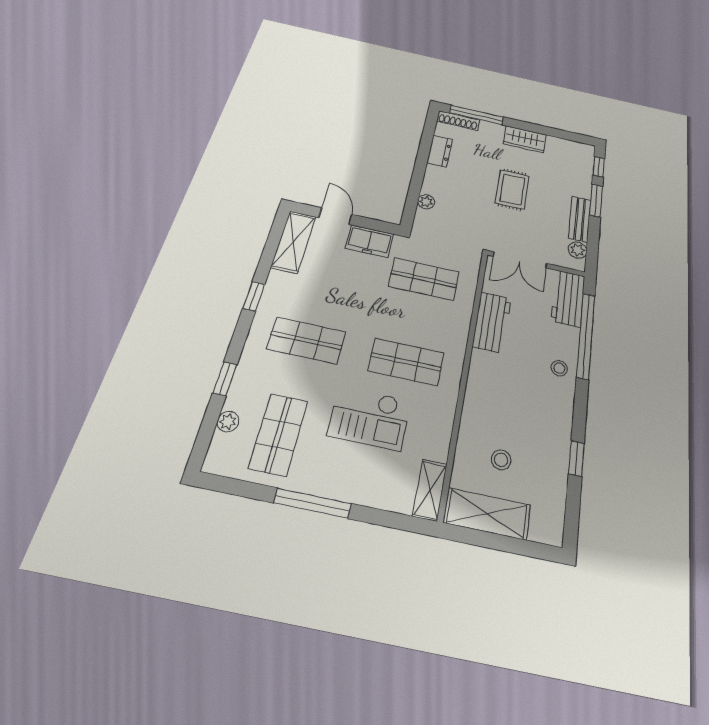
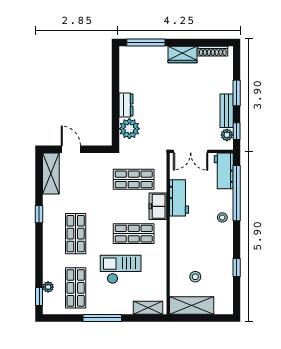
shoe rack: (458, 120) -> (213, 51), moved
dresser: (440, 151) -> (126, 105), moved
window: (599, 167) -> (237, 131), moved
rug: (512, 189) -> (179, 99), removed
plant: (426, 202) -> (129, 129), width x1.87, depth x1.87
freezer: (370, 241) -> (158, 206), moved, turned 90
shop shelf: (306, 340) -> (76, 234), turned 90
window: (225, 379) -> (39, 296), moved
checkout: (370, 418) -> (121, 269), turned 180
shelving: (430, 490) -> (148, 308), moved, turned 90

